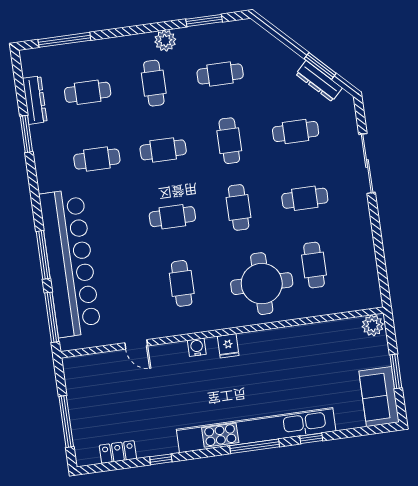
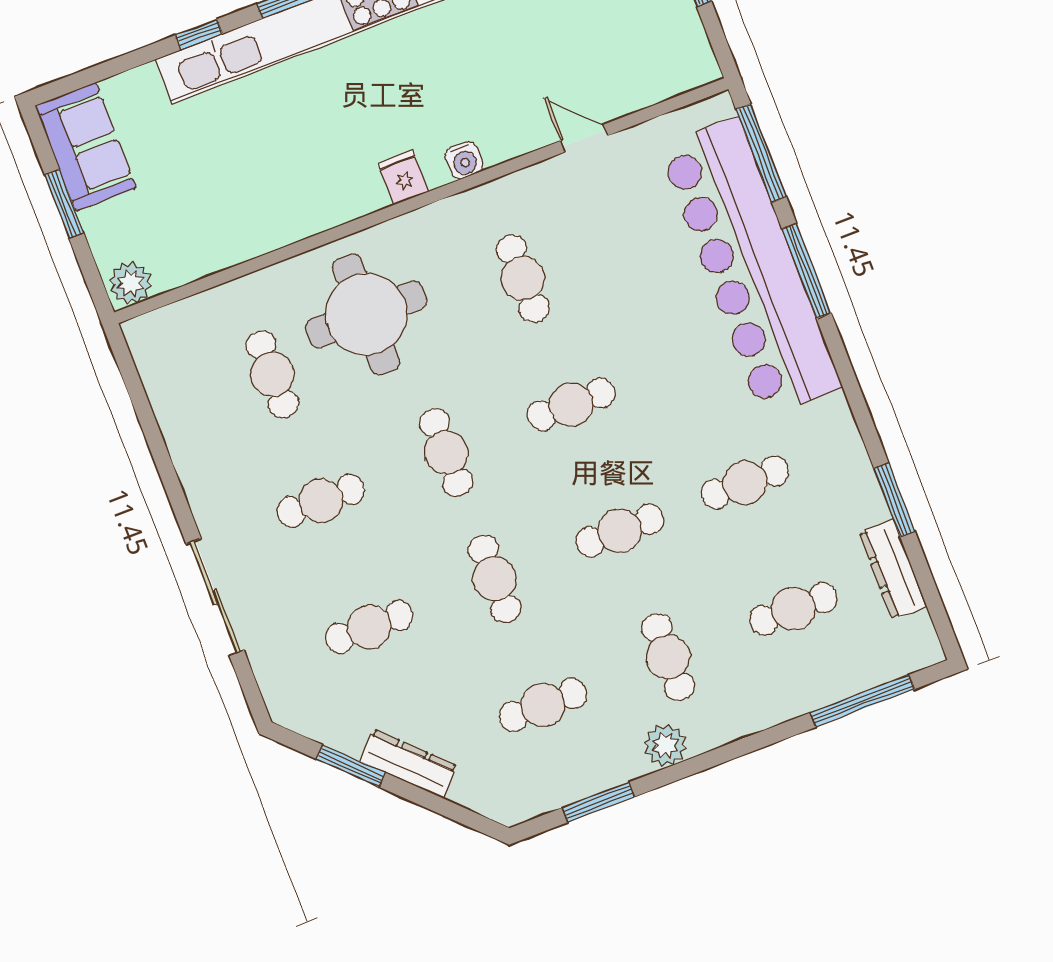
dresser: (319, 81) -> (408, 764), moved

